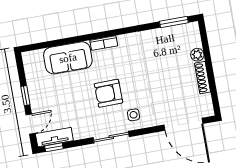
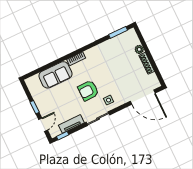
tv unit: (54, 137) -> (71, 124), moved

